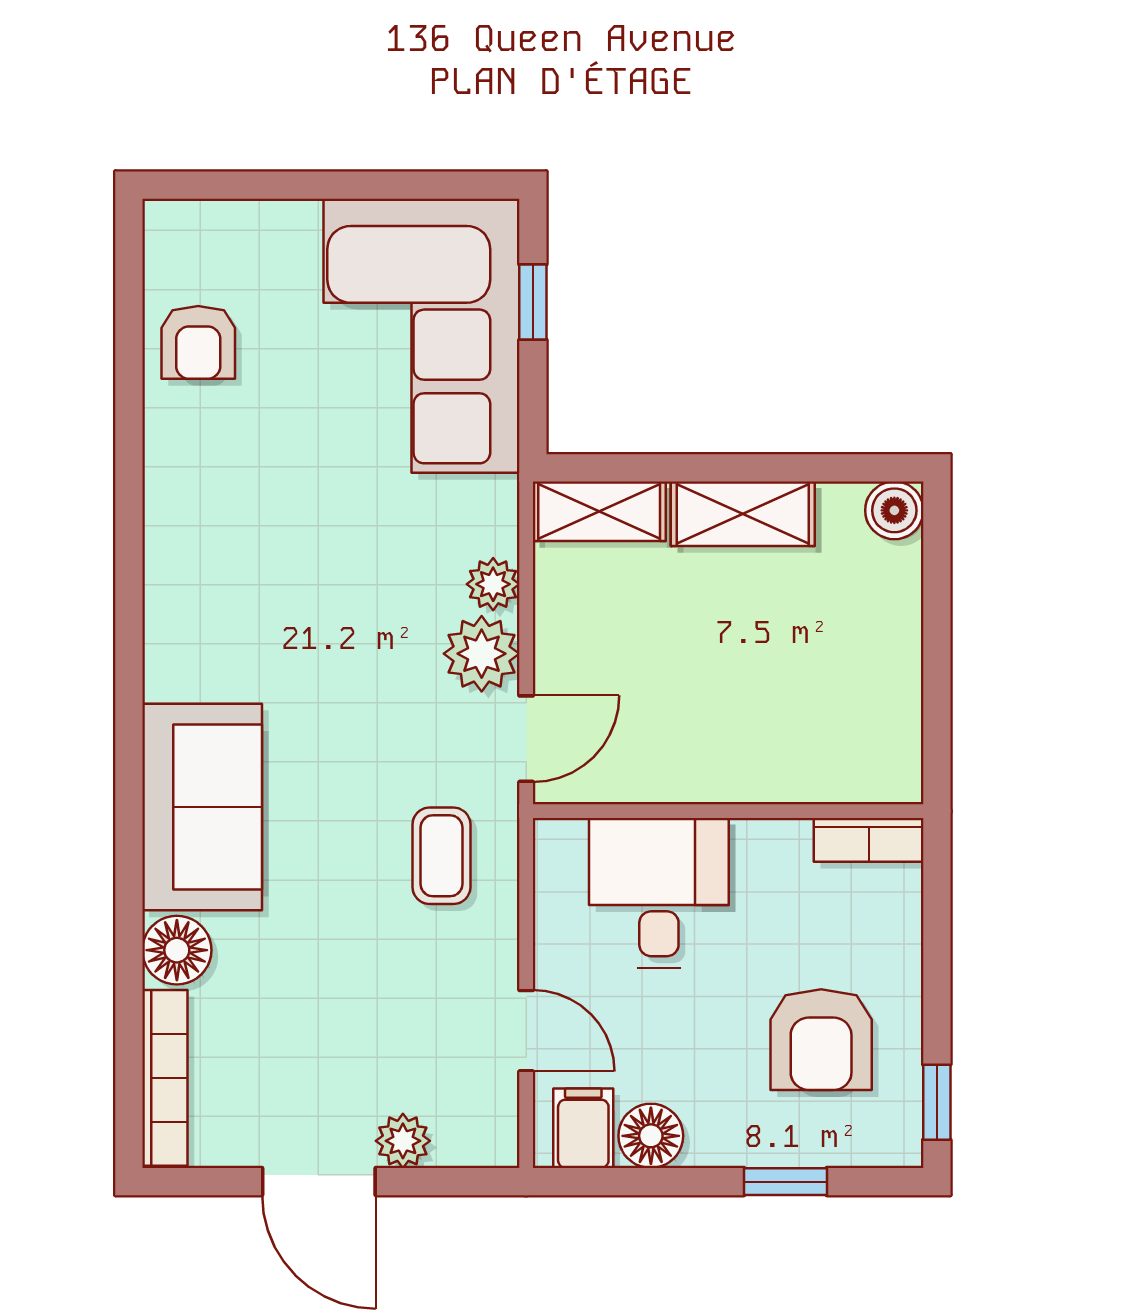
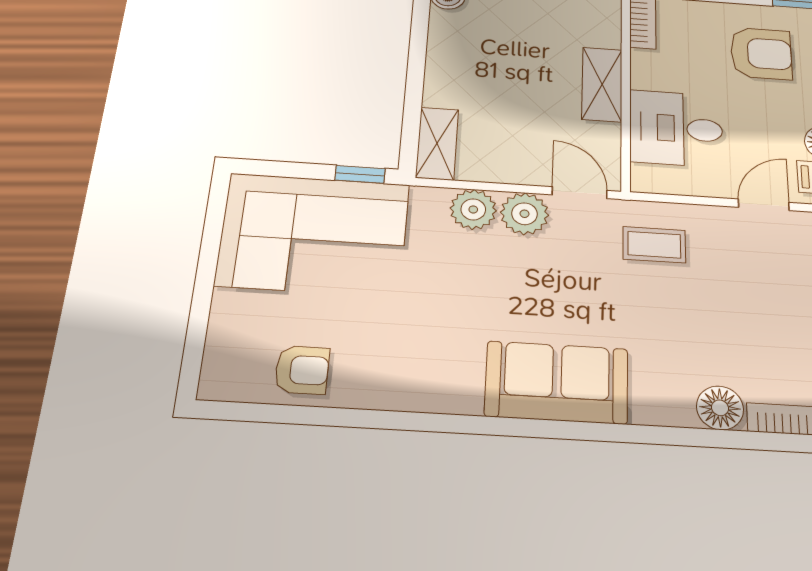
window: (533, 302) -> (360, 174), moved
shelving: (743, 514) -> (602, 84), moved
plant: (493, 584) -> (473, 209), width x1.38, depth x1.38
sofa: (202, 807) -> (557, 382), moved

